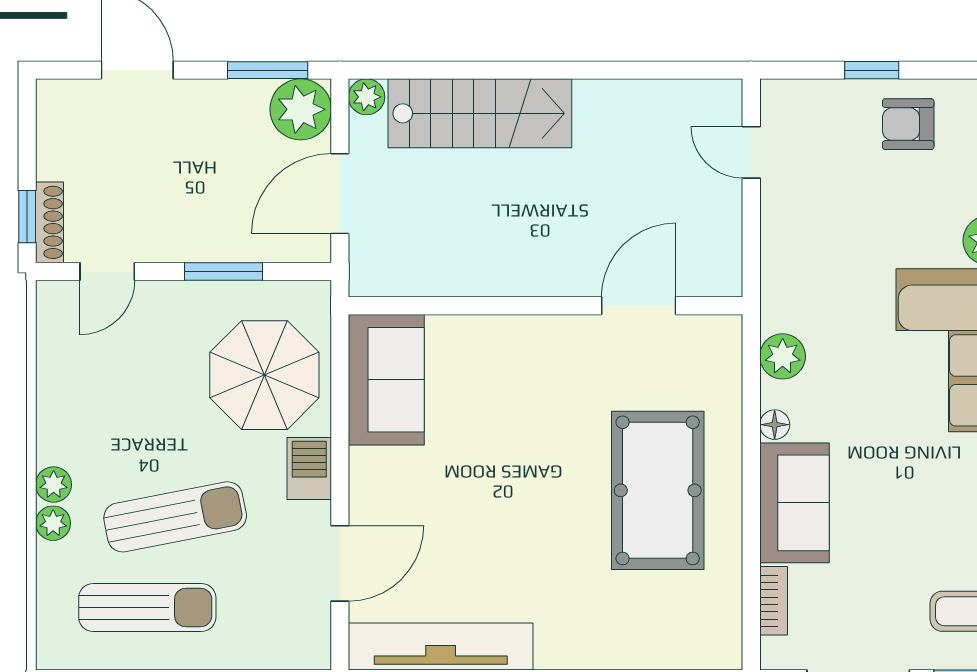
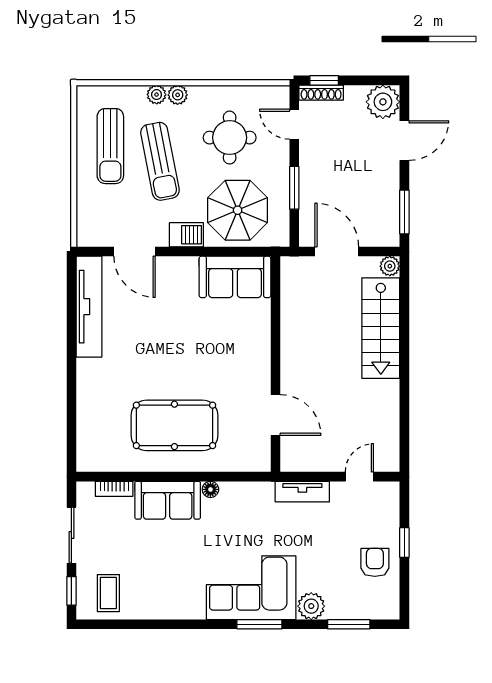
plant: (301, 109) -> (383, 102), moved
tv unit: (779, 257) -> (302, 492), added
plant: (783, 356) -> (248, 494), removed
round table: (132, 390) -> (230, 138), added

